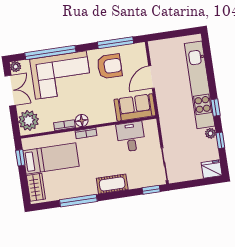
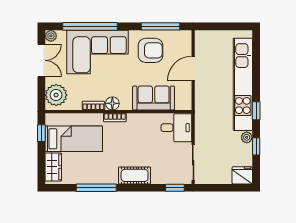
sofa: (135, 107) -> (154, 98), moved
desk: (131, 137) -> (176, 128), moved, turned 90

